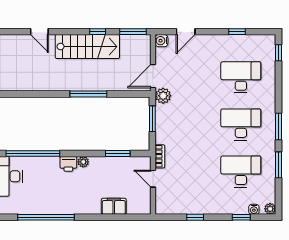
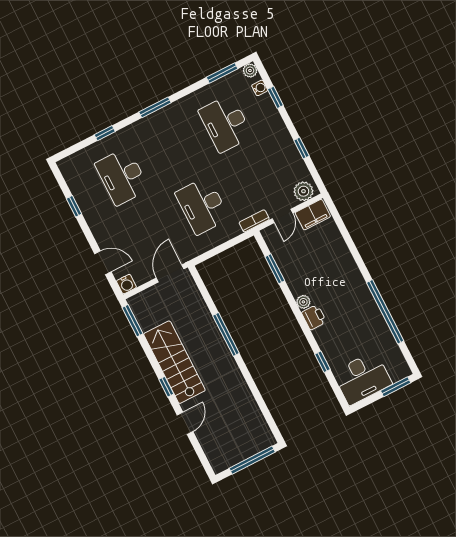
window: (98, 32) -> (166, 387), moved
window: (279, 53) -> (105, 133), moved
door: (153, 76) -> (170, 273), swing flipped
plant: (163, 96) -> (303, 191), moved
window: (152, 119) -> (217, 250), removed
desk: (241, 124) -> (202, 206), moved
window: (33, 153) -> (322, 362), width x0.32
window: (279, 165) -> (222, 73), moved
filing cabinet: (114, 206) -> (313, 215), moved, turned -90

